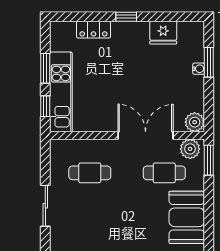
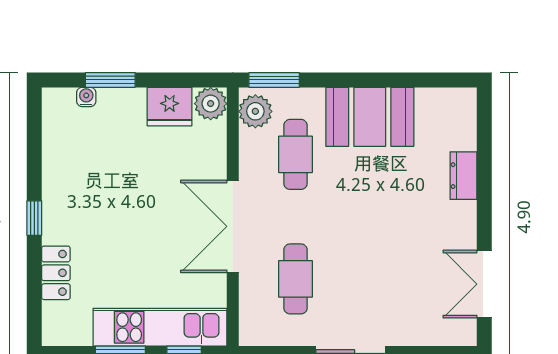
fridge: (163, 33) -> (170, 107), moved, turned 90
water cooler: (199, 69) -> (86, 97), moved
double door: (146, 135) -> (233, 226), moved

